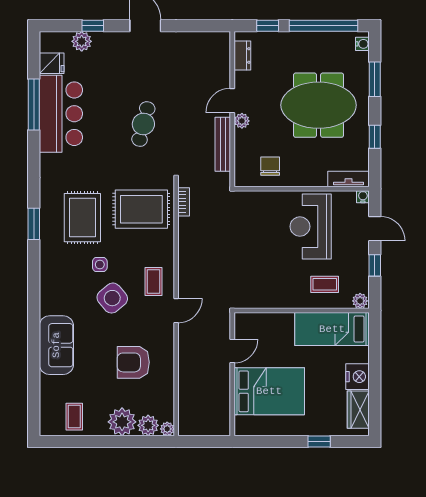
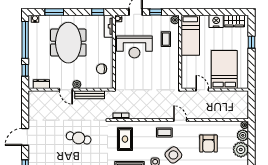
window: (375, 137) -> (98, 12), moved
rug: (141, 209) -> (125, 139), width x0.73, depth x0.70

